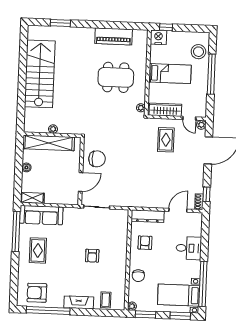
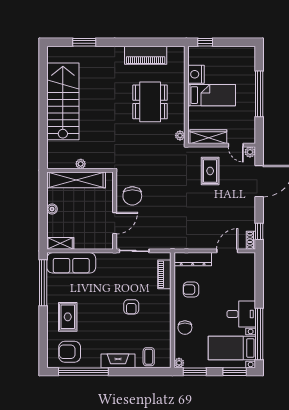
nightstand: (158, 37) -> (196, 74), moved, turned -90
stool: (198, 52) -> (243, 69), removed
dining table: (116, 77) -> (150, 102), turned 90
chair: (97, 159) -> (132, 196), turned 90
piano: (122, 228) -> (164, 274), added
armchair: (145, 243) -> (191, 290), turned -90
desk: (189, 248) -> (241, 314), moved
rug: (38, 250) -> (68, 317), moved

